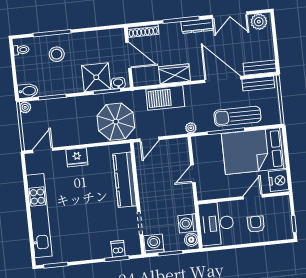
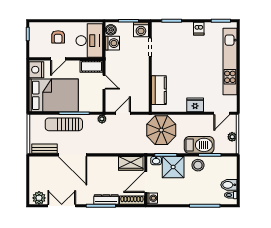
dresser: (197, 26) -> (106, 200), moved
washing machine: (118, 36) -> (152, 198), added
stool: (57, 54) -> (198, 165), moved
door: (128, 55) -> (146, 182), hinge flipped
bench: (260, 68) -> (42, 161), removed
wardrobe: (175, 74) -> (131, 163), moved
bidet: (28, 91) -> (229, 185), moved
barbecue: (165, 98) -> (199, 145), moved
plant: (25, 107) -> (232, 137), moved
sun lounger: (237, 116) -> (64, 124), turned 180
door: (149, 139) -> (123, 113), moved
door: (193, 174) -> (104, 82), hinge flipped
kitchen counter: (125, 180) -> (159, 90), width x0.67
cot: (211, 192) -> (91, 66), added
dishwasher: (118, 249) -> (199, 29), moved

